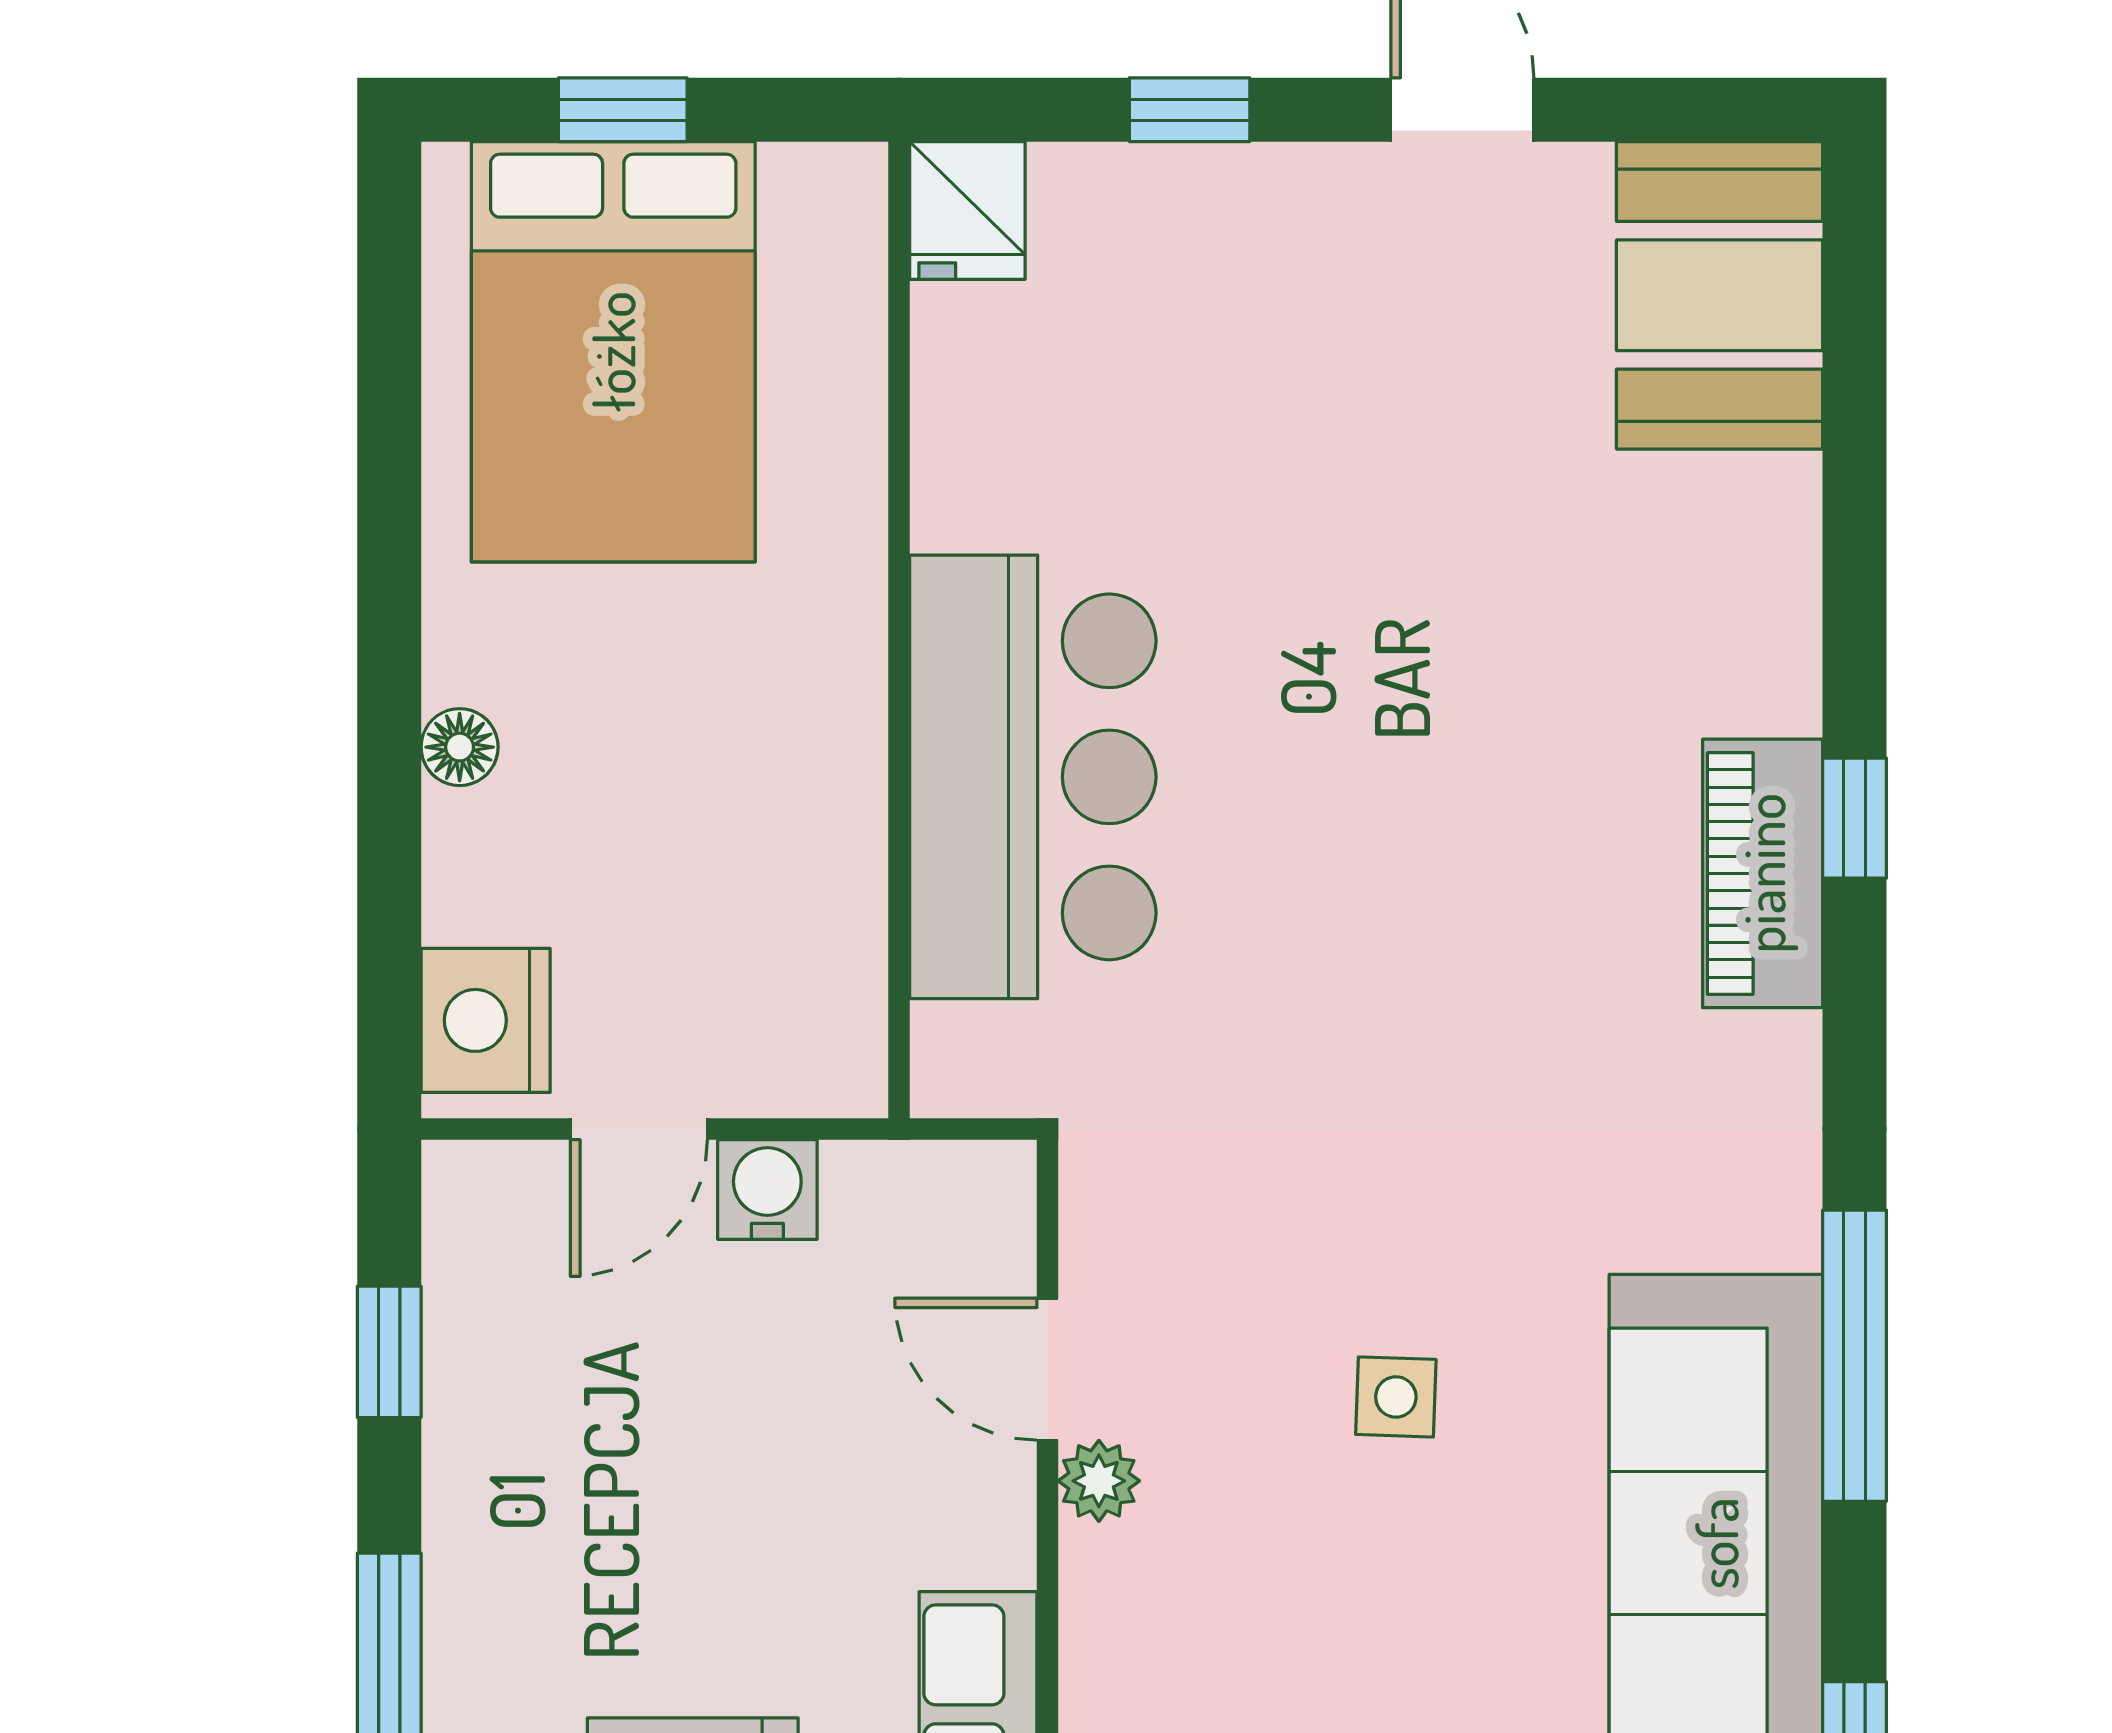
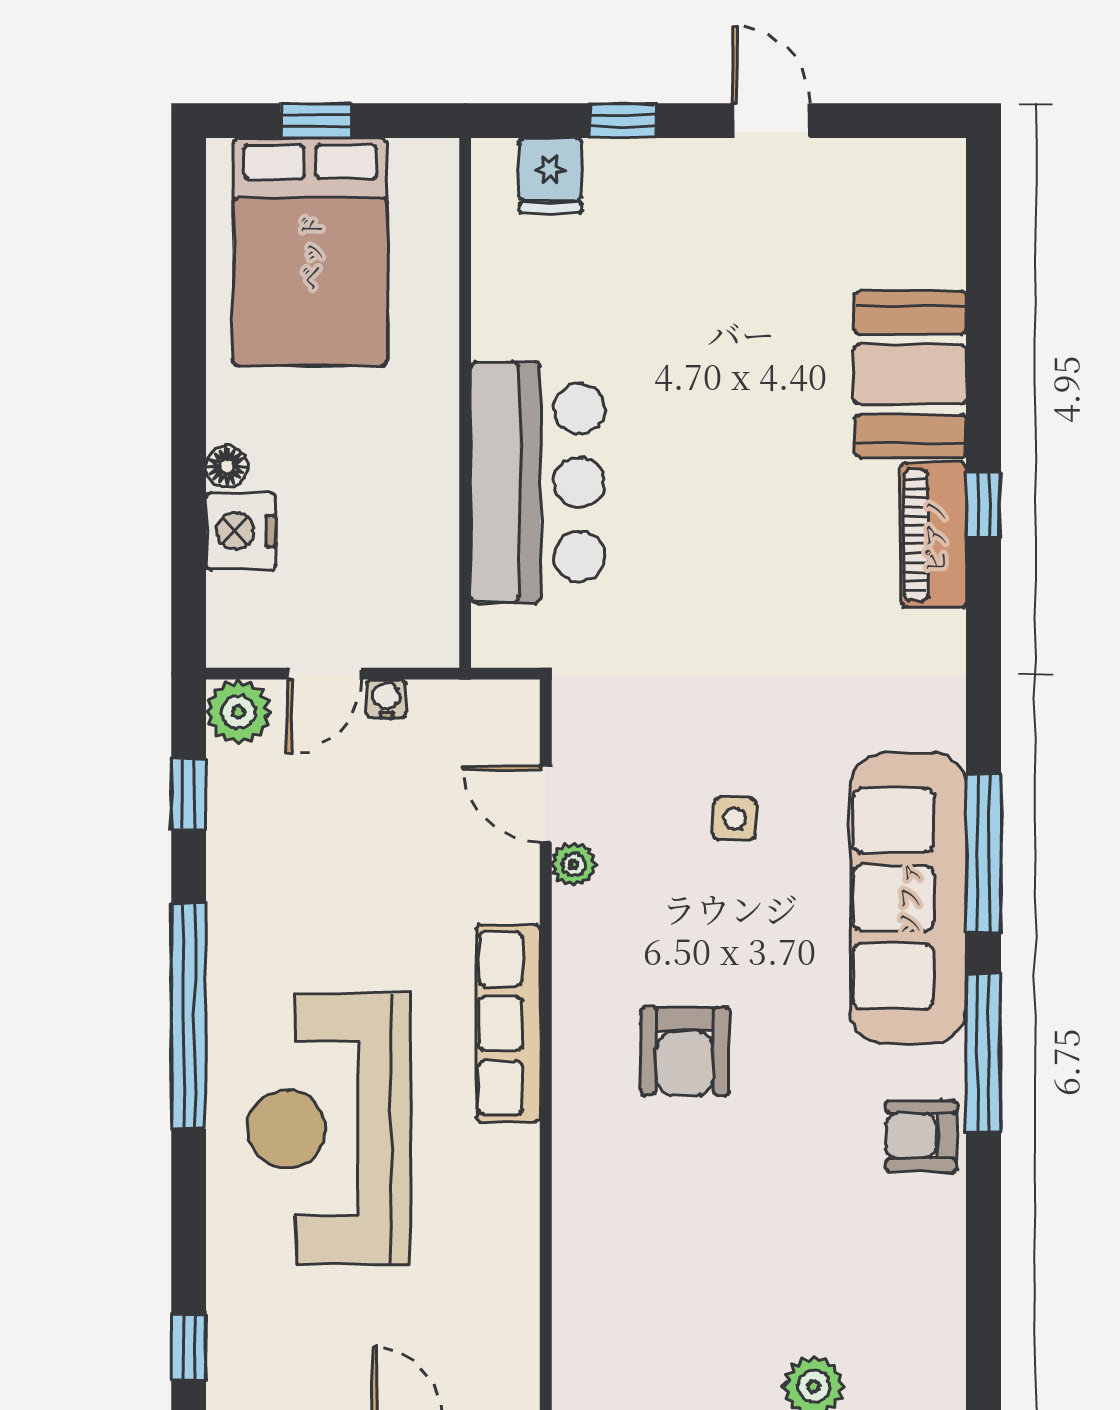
fridge: (967, 210) -> (550, 175), moved
booth: (1720, 295) -> (910, 374), moved
nightstand: (486, 1020) -> (241, 531), moved
water cooler: (767, 1189) -> (386, 699), width x0.72, depth x0.72
plant: (481, 1199) -> (238, 712), added
window: (1855, 1356) -> (983, 853), moved

